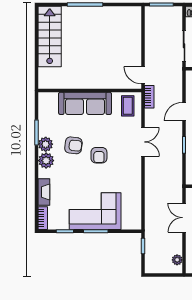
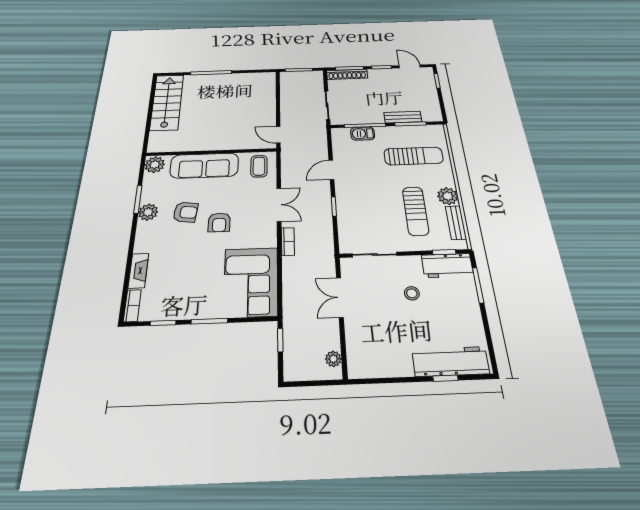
bookcase: (149, 97) -> (288, 241), moved
plant: (46, 161) -> (155, 165), moved
corner sofa: (95, 211) -> (251, 282), moved, turned -90

